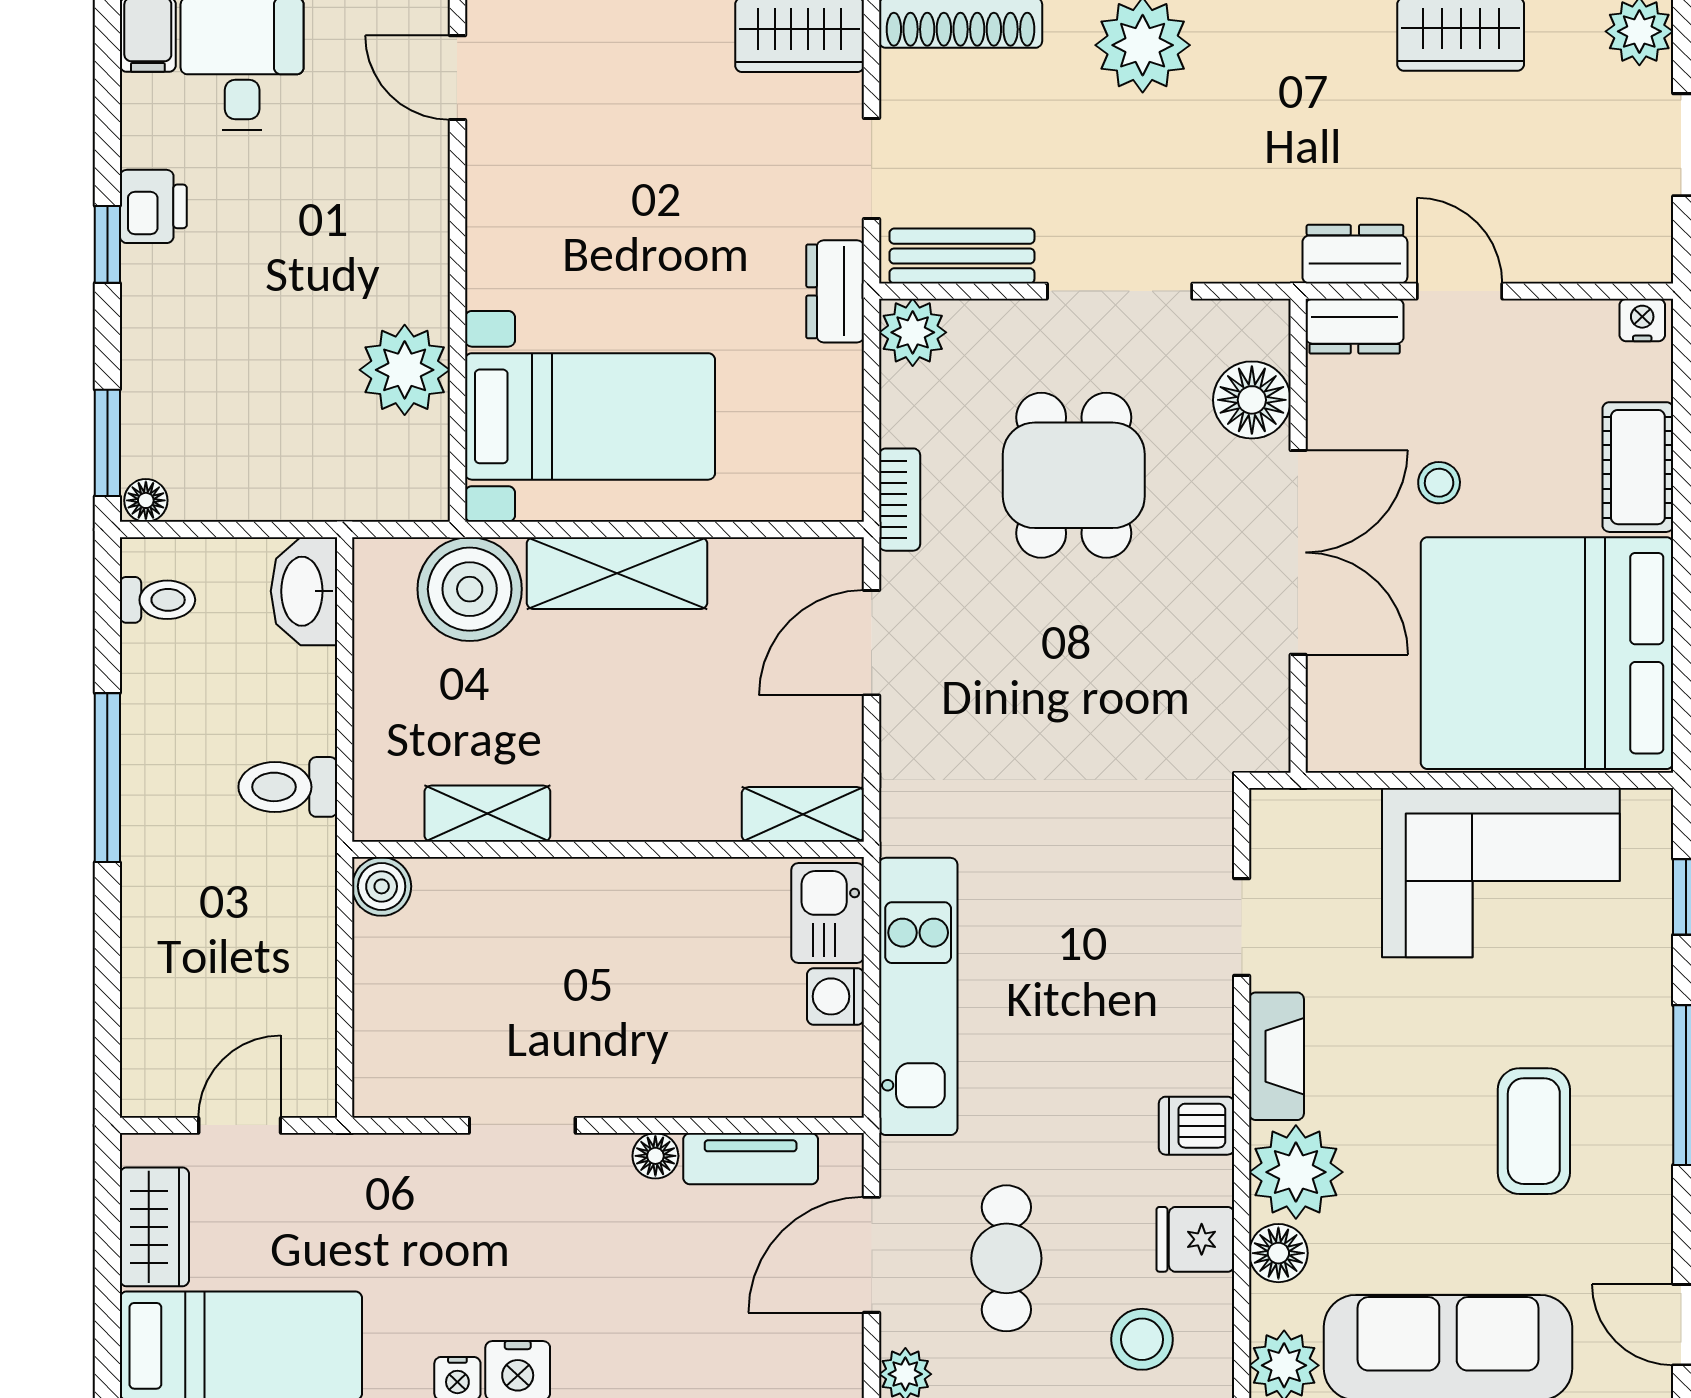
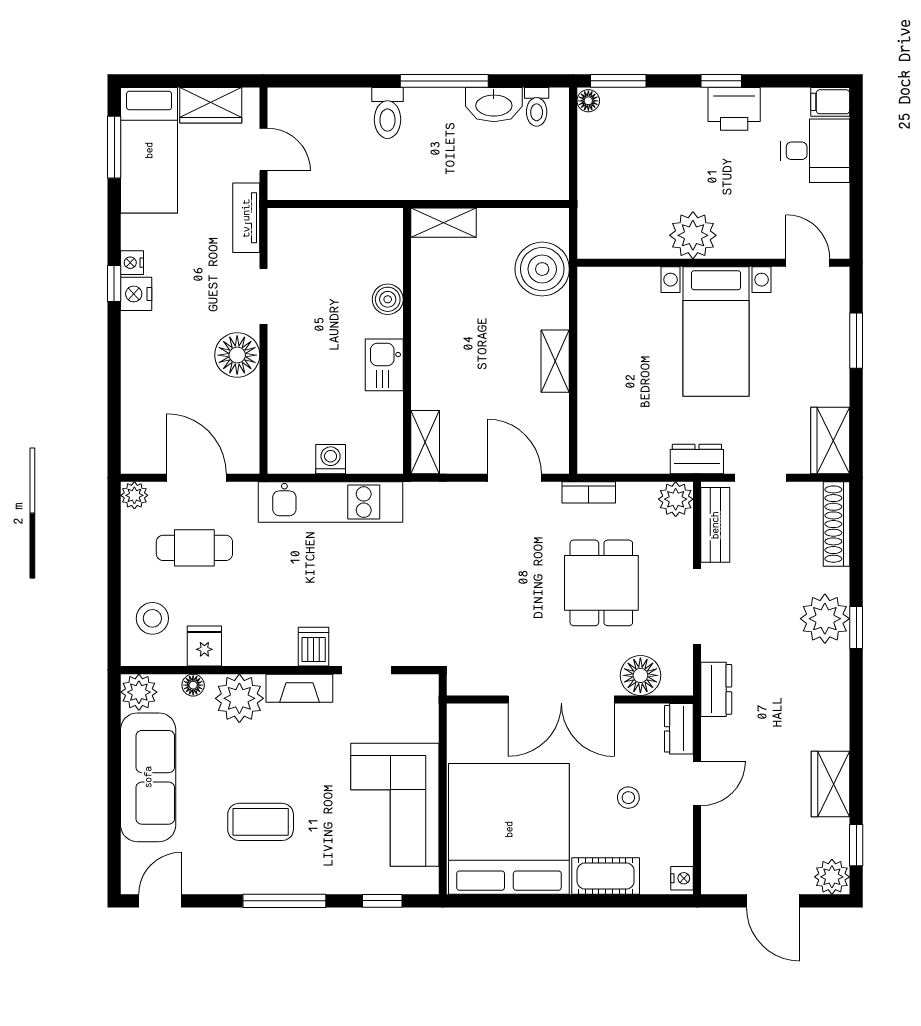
door: (457, 78) -> (808, 263), hinge flipped
printer: (153, 206) -> (734, 109), width x1.36, depth x1.24
dresser: (1355, 254) -> (716, 689), moved
plant: (405, 370) -> (693, 235), moved
bed with nightstands: (590, 416) -> (716, 332), moved
dining table: (1074, 475) -> (601, 583), turned 90
stool: (1439, 483) -> (628, 798), moved
shelving: (617, 573) -> (555, 361), width x0.67, depth x0.75
washbasin: (304, 591) -> (494, 105), moved, turned 180
toilet: (288, 787) -> (388, 113), moved, turned 180
shelving: (487, 814) -> (443, 223), moved, turned 90
boiler: (382, 886) -> (388, 299), moved
kitchen sink: (828, 913) -> (384, 365), moved, turned -90
dishwasher: (1197, 1126) -> (314, 647), moved
floor lamp: (655, 1156) -> (237, 355), width x1.89, depth x1.89
tv unit: (751, 1159) -> (246, 218), moved
floor lamp: (1278, 1253) -> (193, 685), width x0.73, depth x0.73

